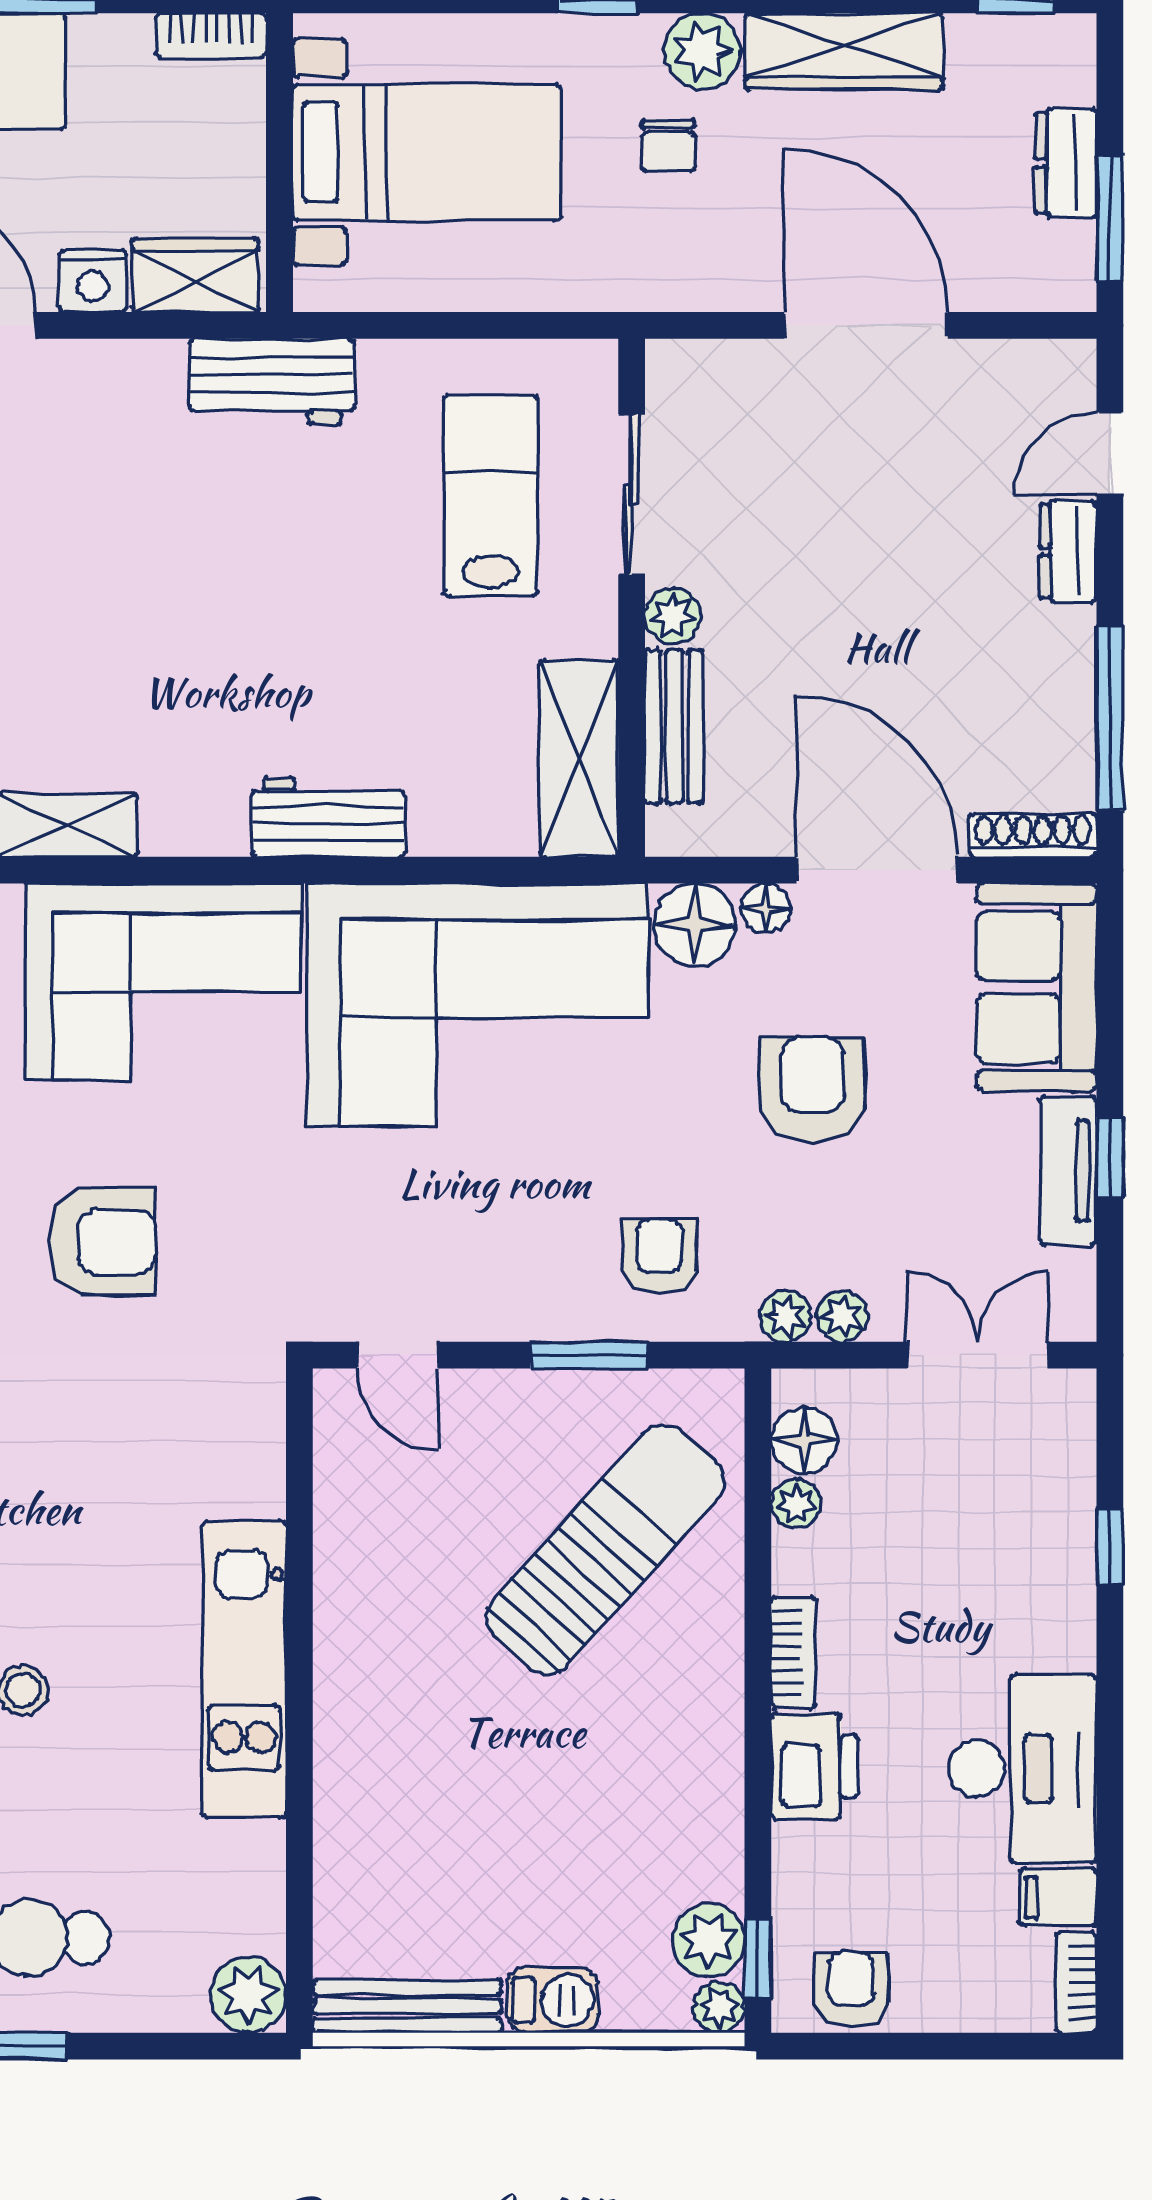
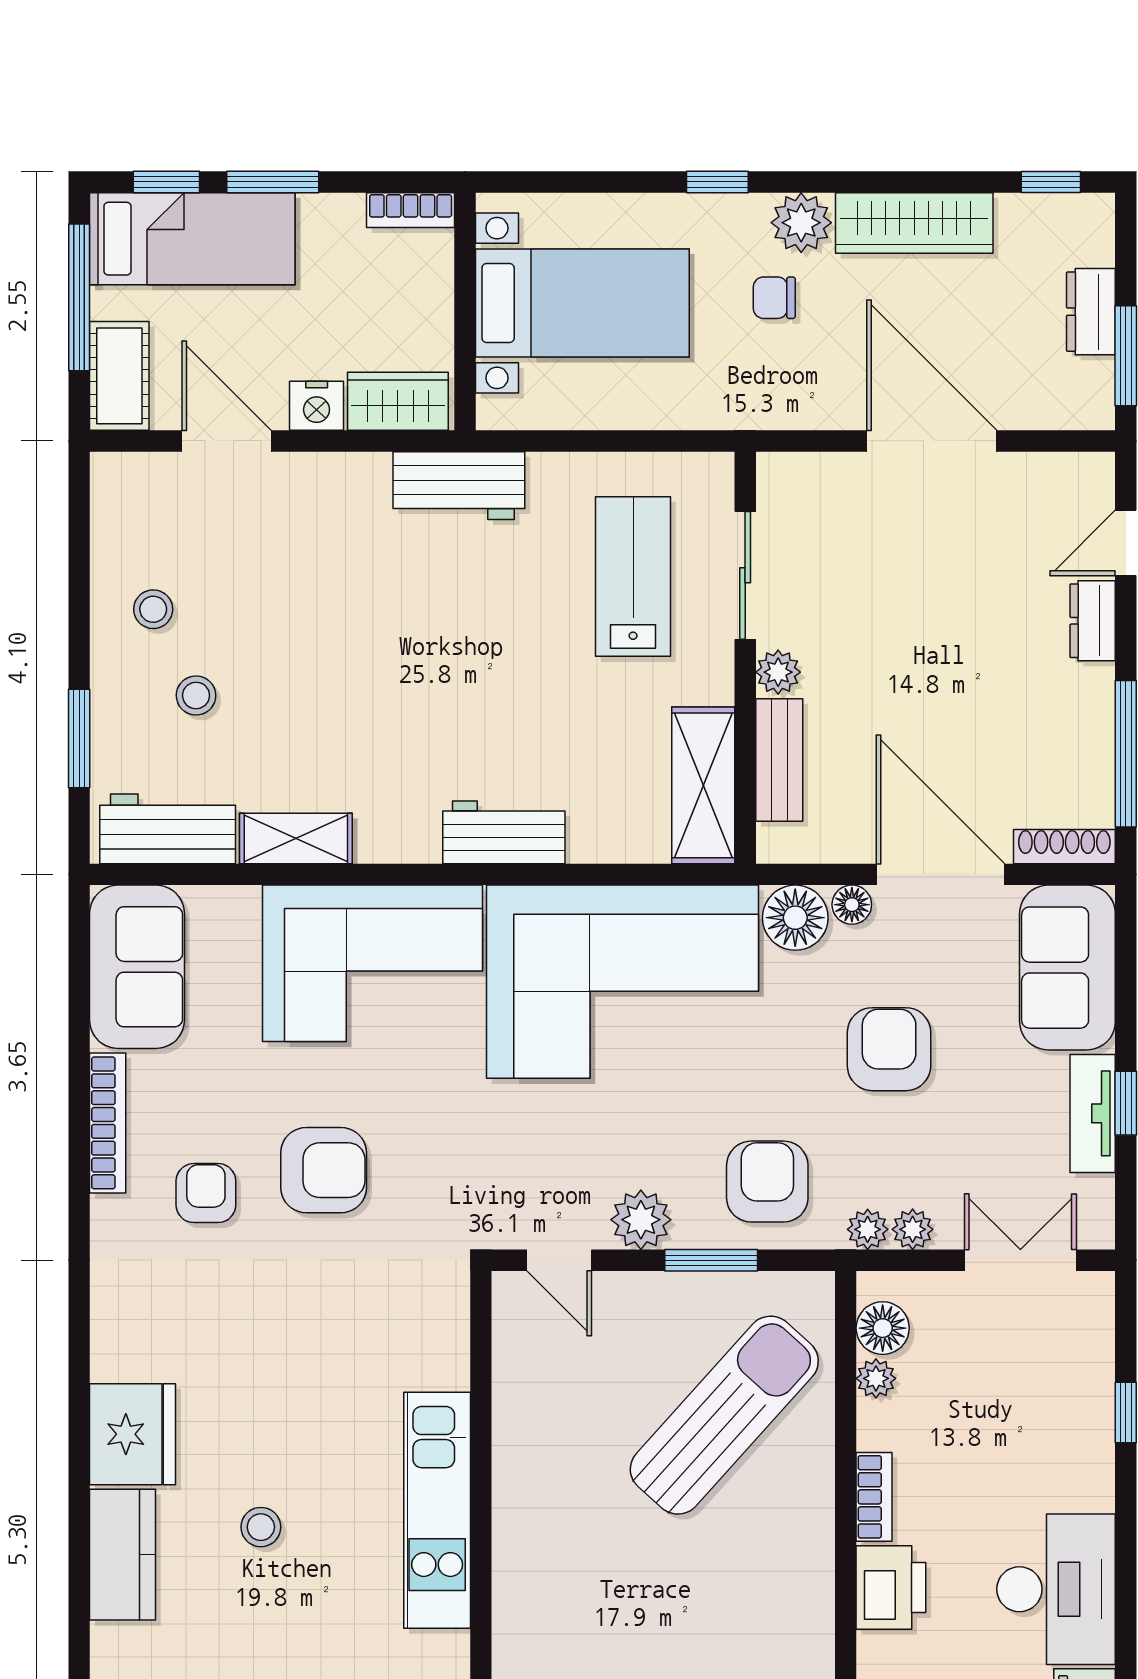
chair: (668, 145) -> (774, 298), turned 90
armchair: (659, 1256) -> (767, 1182), width x1.38, depth x1.38
plant: (500, 1304) -> (641, 1220), added

